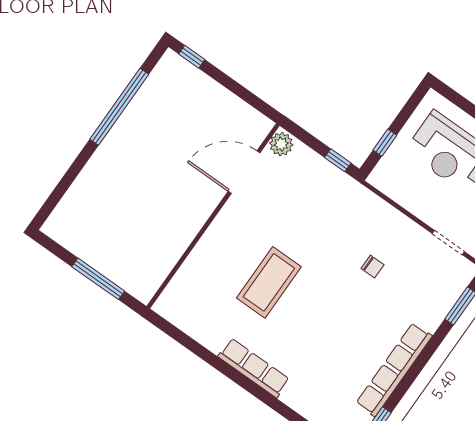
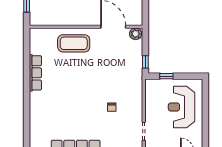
coffee table: (269, 282) -> (74, 43), moved
row of seats: (254, 368) -> (35, 73), moved

